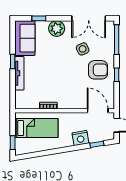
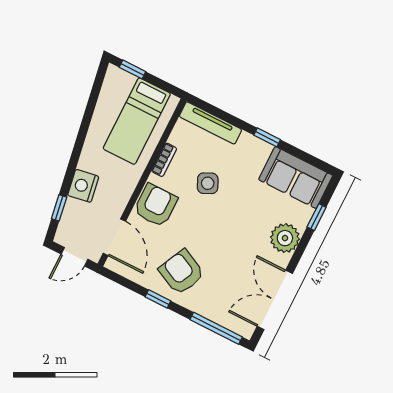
side table: (83, 49) -> (208, 183), moved
armchair: (98, 70) -> (182, 272), turned 116
tv unit: (19, 73) -> (211, 123), moved
armchair: (72, 99) -> (156, 205), added
door: (98, 111) -> (114, 237), hinge flipped

